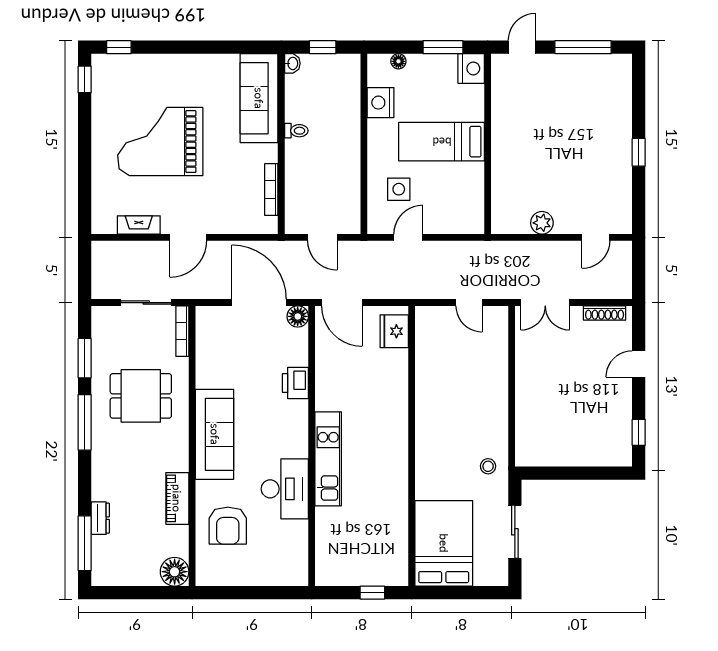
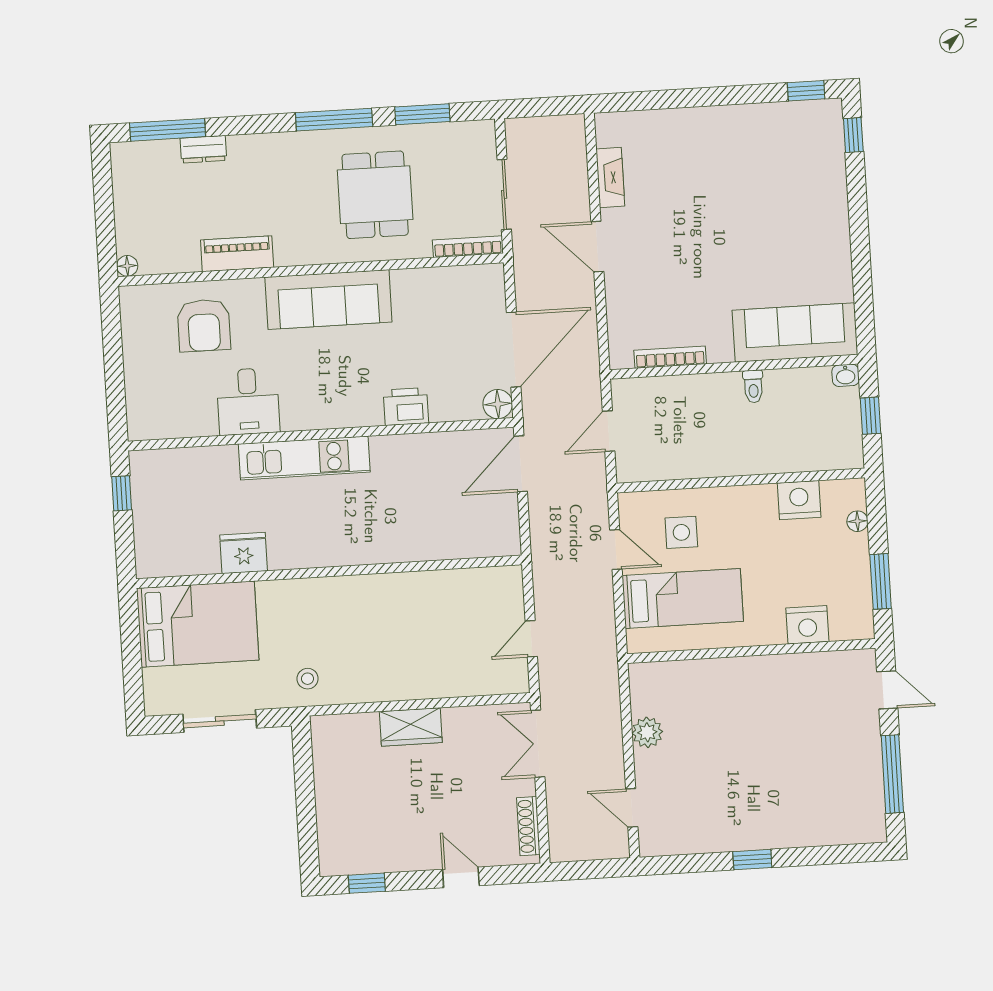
nightstand: (471, 68) -> (807, 625), moved
grand piano: (160, 142) -> (727, 200), removed
bed: (442, 142) -> (683, 598), moved, turned 90
fridge: (394, 331) -> (244, 553), moved
wardrobe: (528, 394) -> (411, 727), added
desk: (285, 489) -> (248, 401), width x0.73
armchair: (228, 526) -> (204, 325), turned -90
floor lamp: (175, 572) -> (127, 266), width x0.53, depth x0.53
window: (372, 593) -> (122, 493), moved

